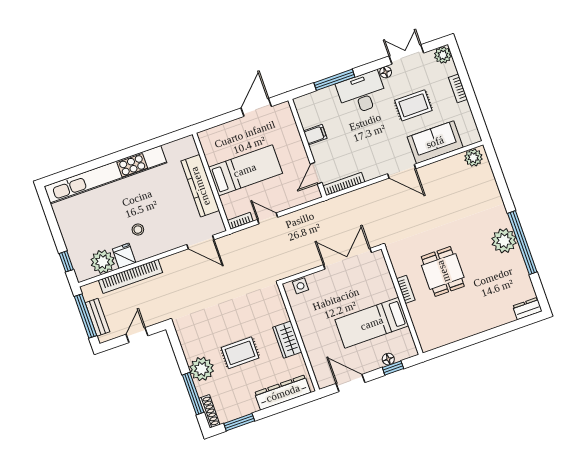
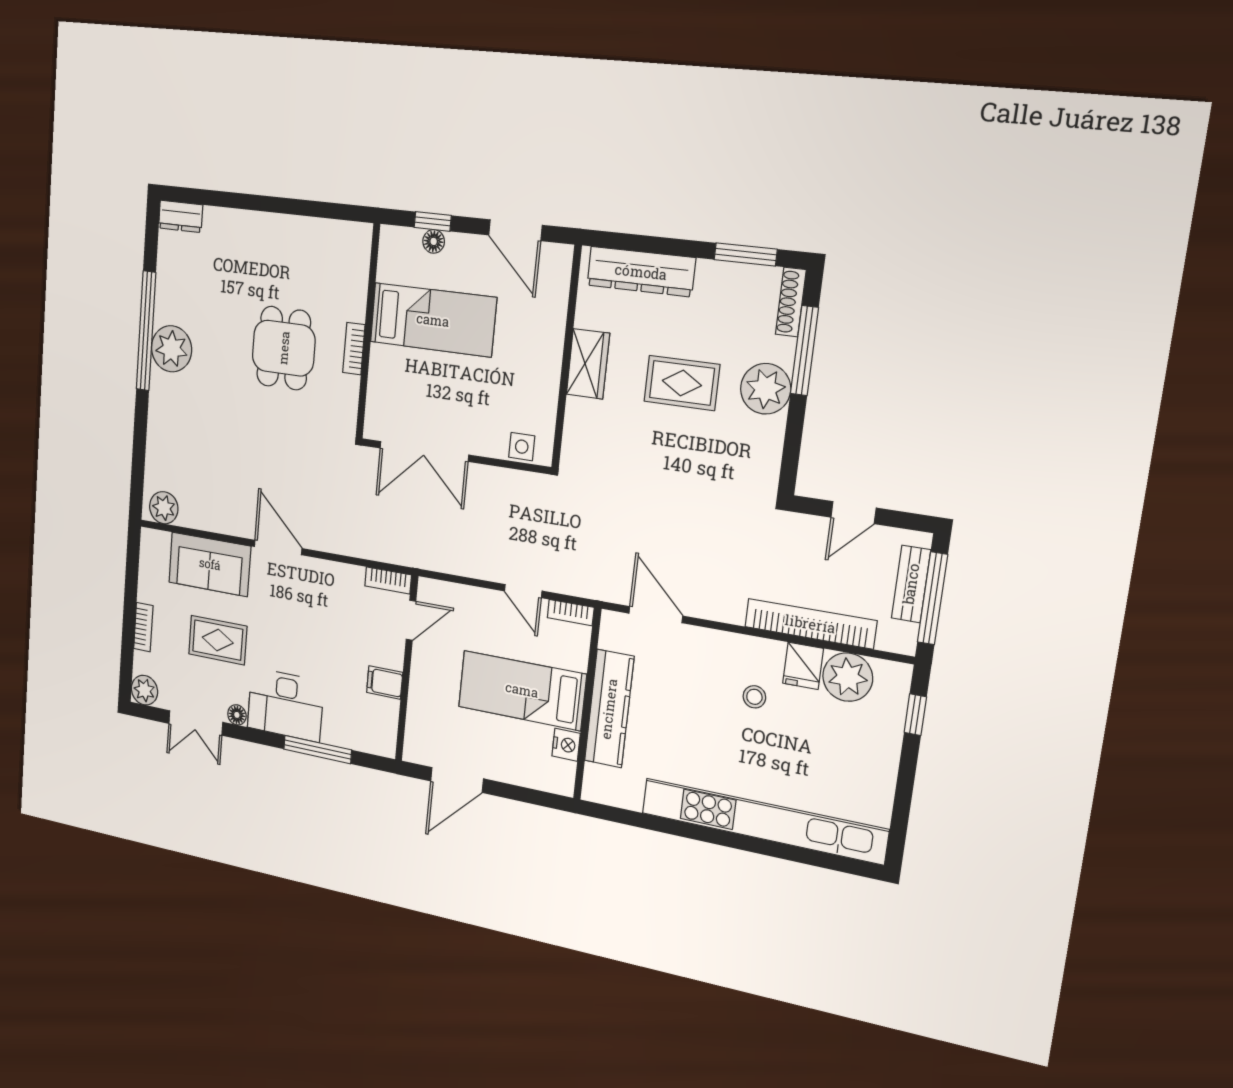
nightstand: (212, 157) -> (566, 745), added
bookcase: (344, 184) -> (388, 580), width x0.64

